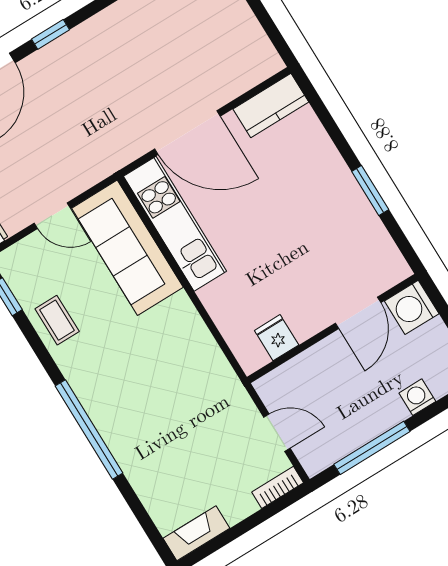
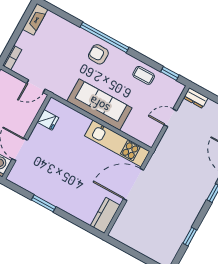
sofa: (127, 248) -> (99, 105), moved
armchair: (118, 405) -> (98, 54), added
door: (277, 433) -> (36, 86), moved

